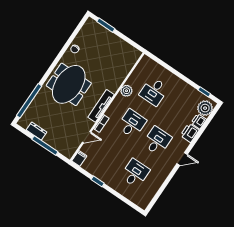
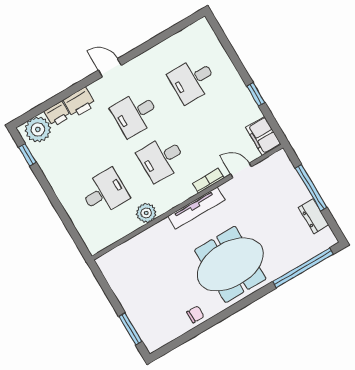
filing cabinet: (79, 158) -> (263, 136), width x2.00

